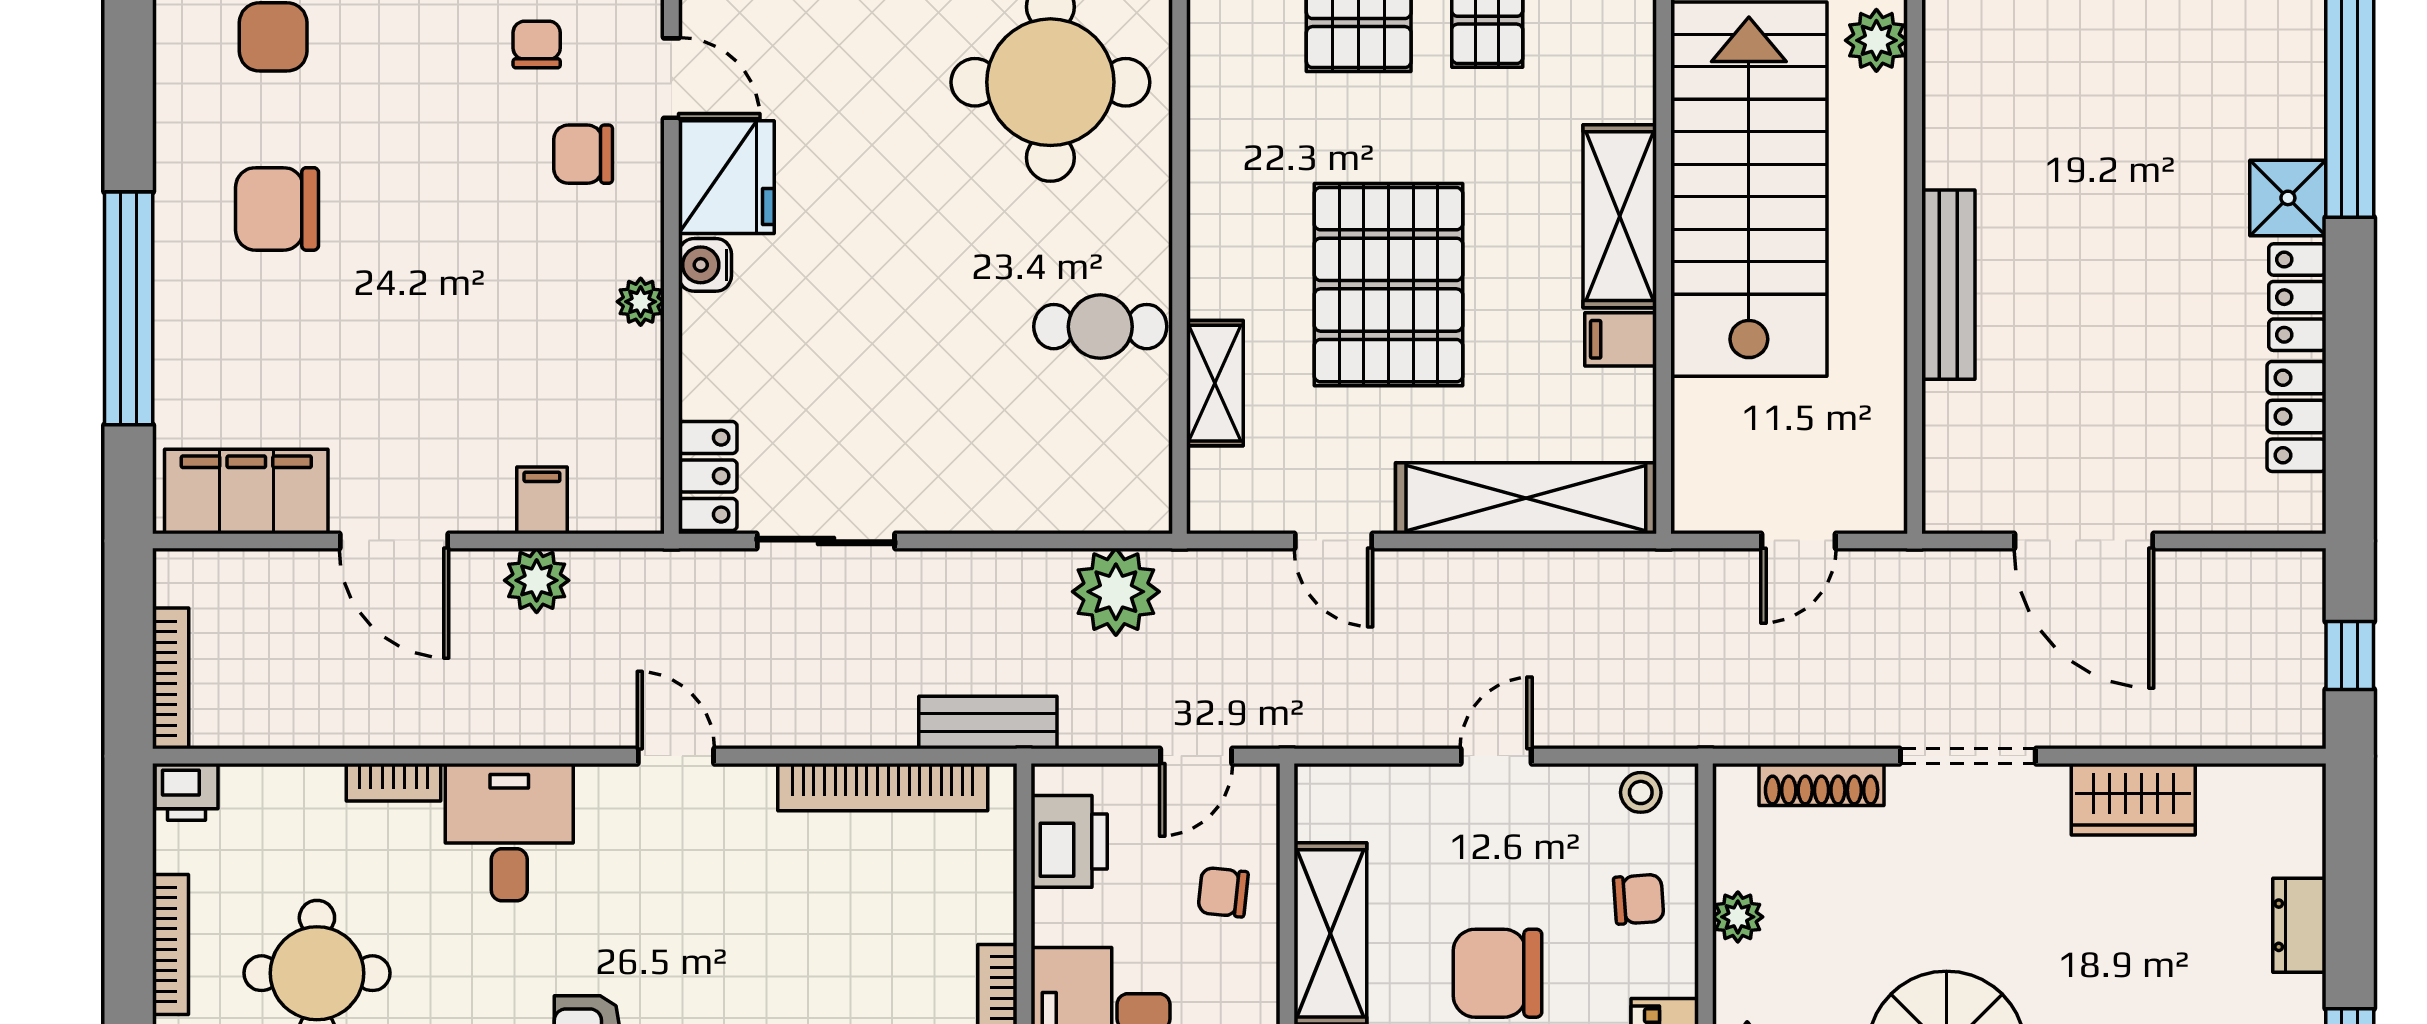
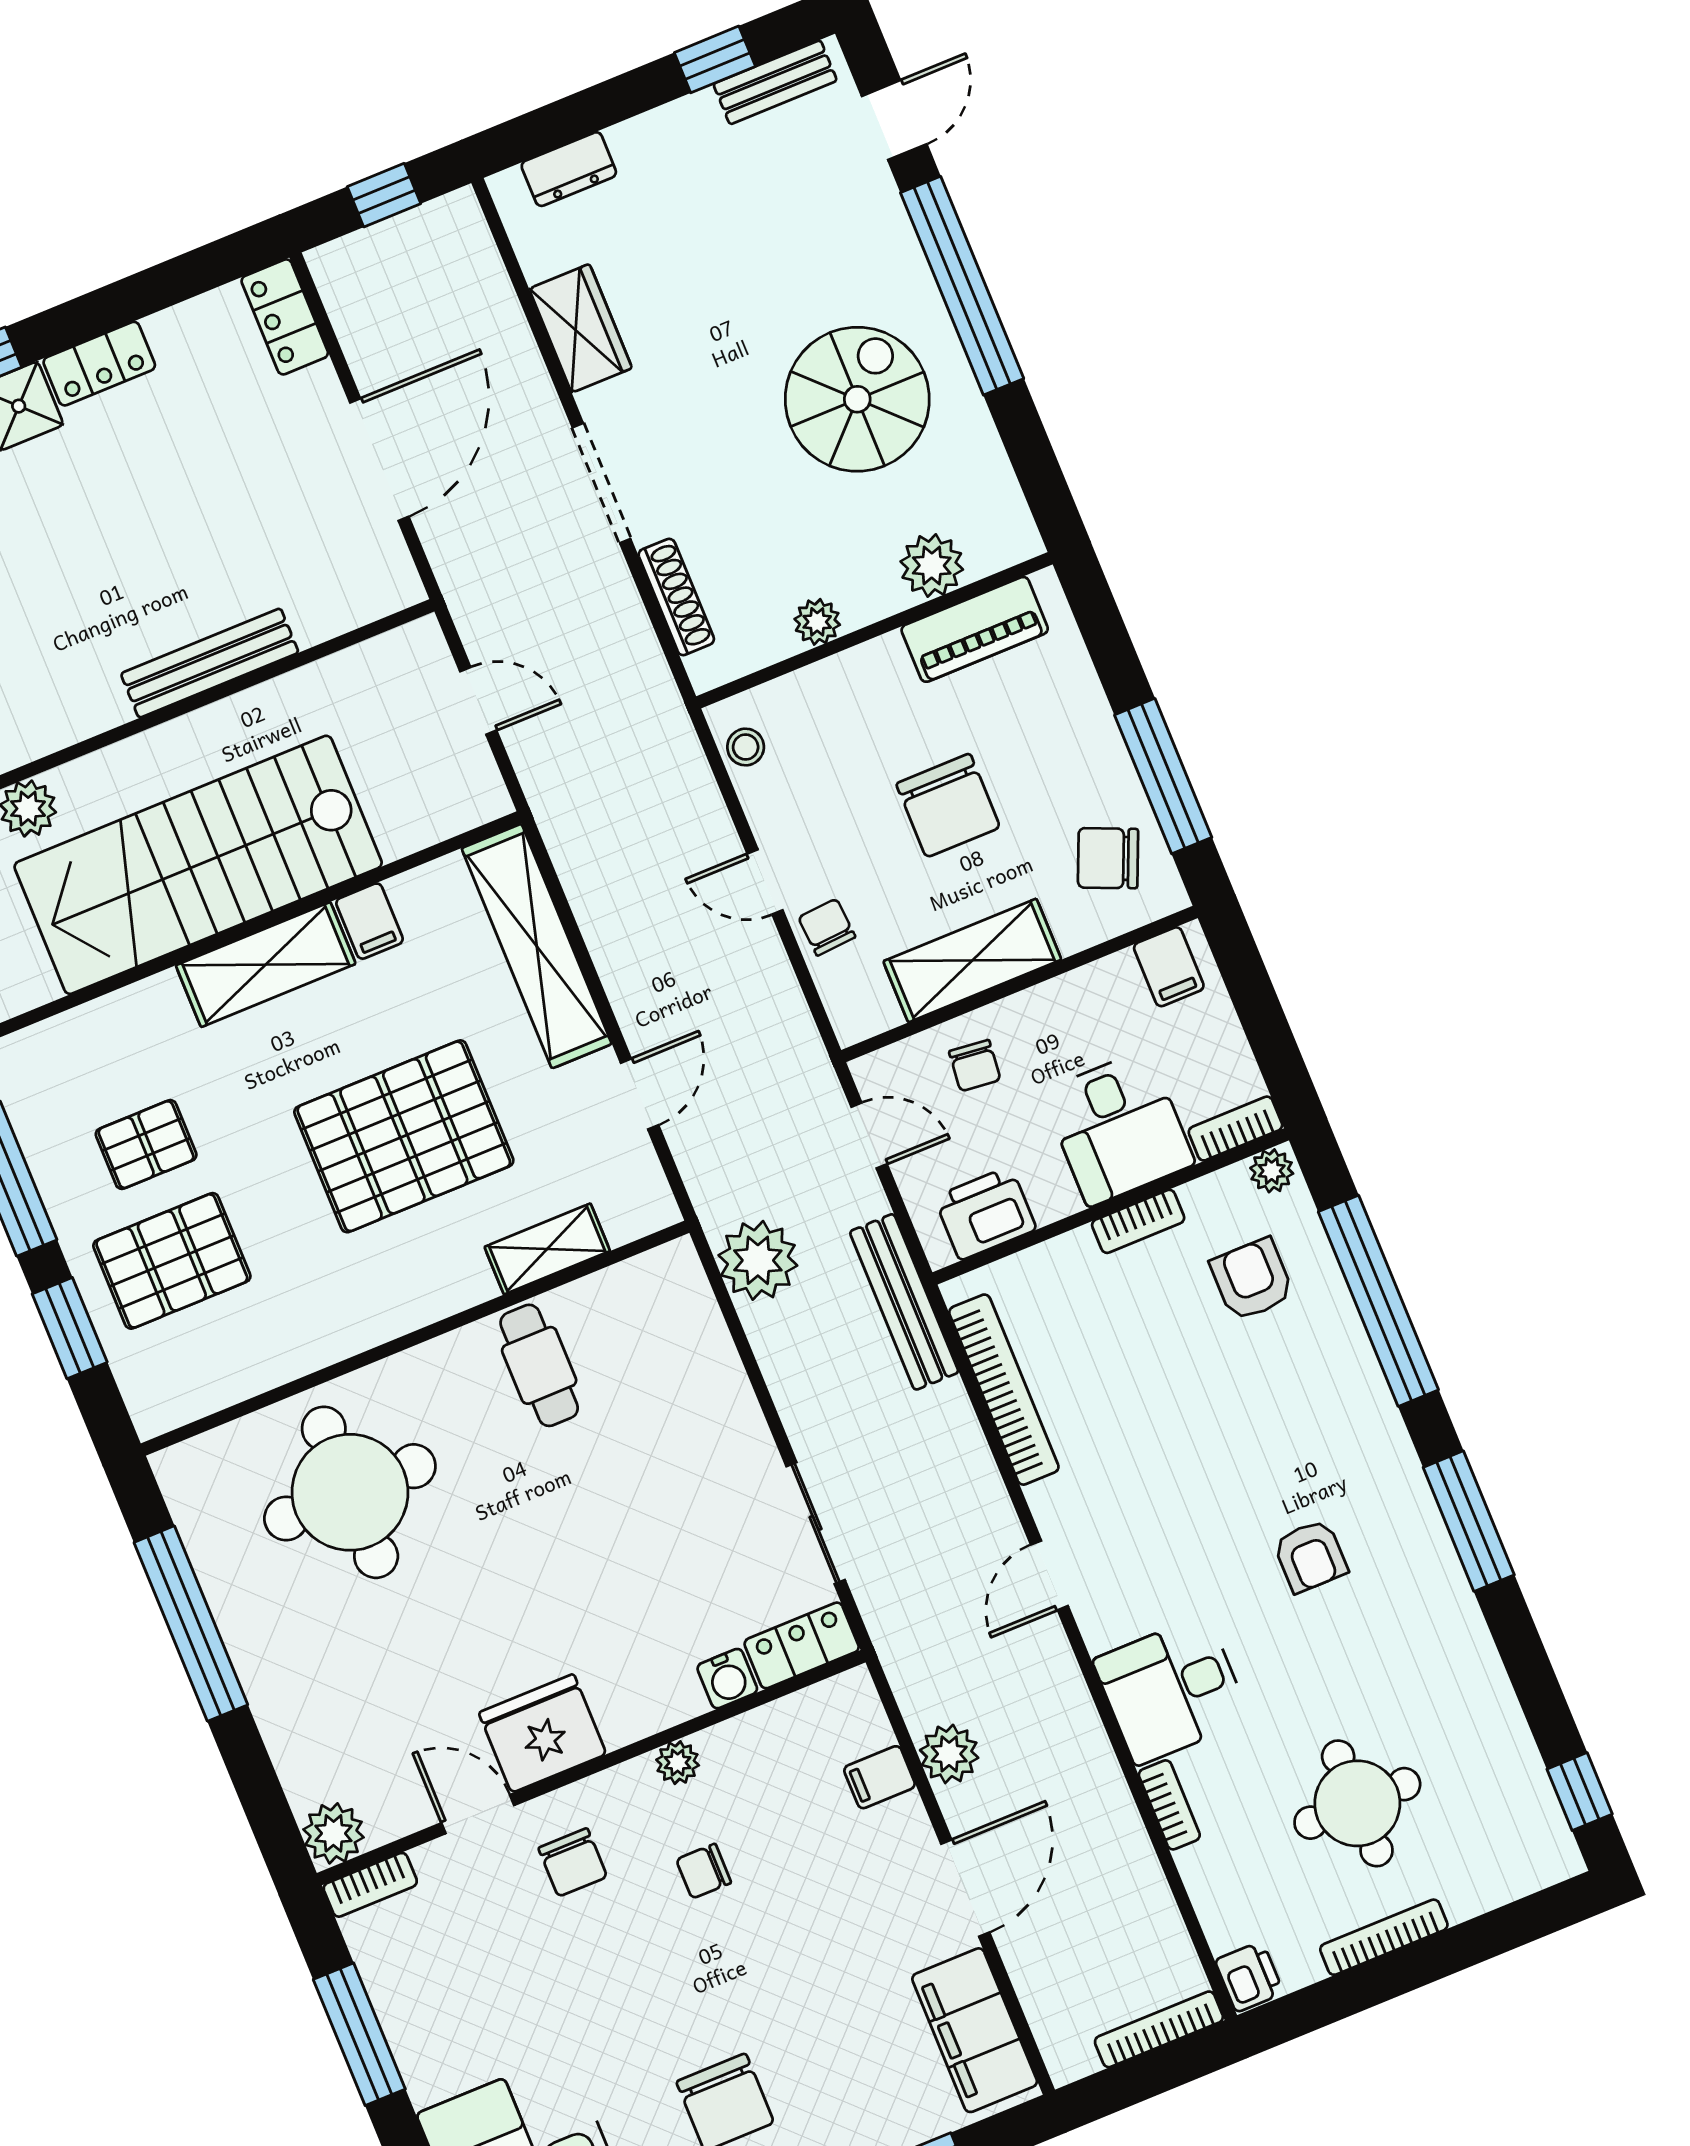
chair: (537, 44) -> (704, 1871), moved
door: (671, 78) -> (478, 1814), hinge flipped
water cooler: (705, 265) -> (727, 1679), moved
locker: (2297, 416) -> (285, 317), moved, turned 90
bench: (988, 723) -> (904, 1302), width x1.36
chair: (1639, 899) -> (827, 927), moved
dresser: (2299, 925) -> (569, 169), moved

